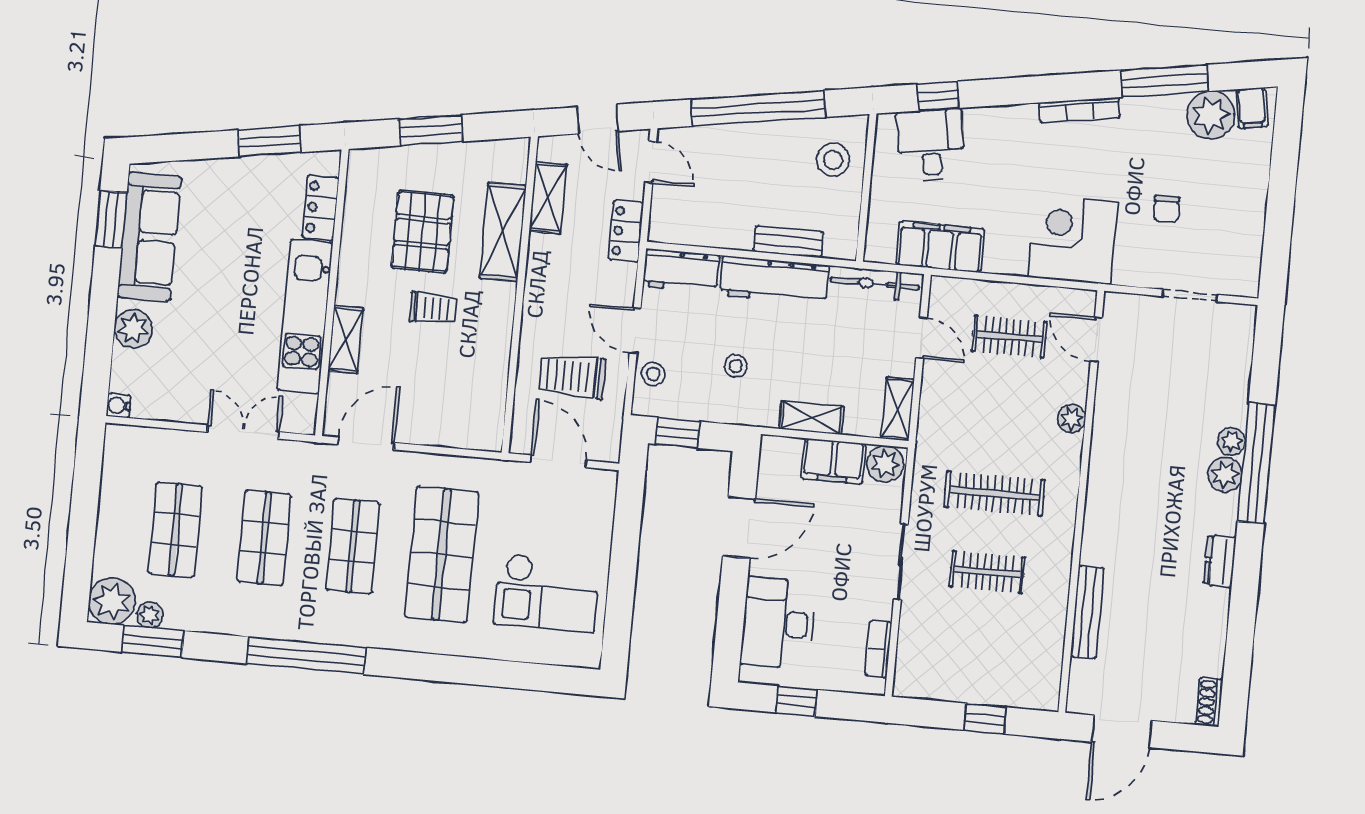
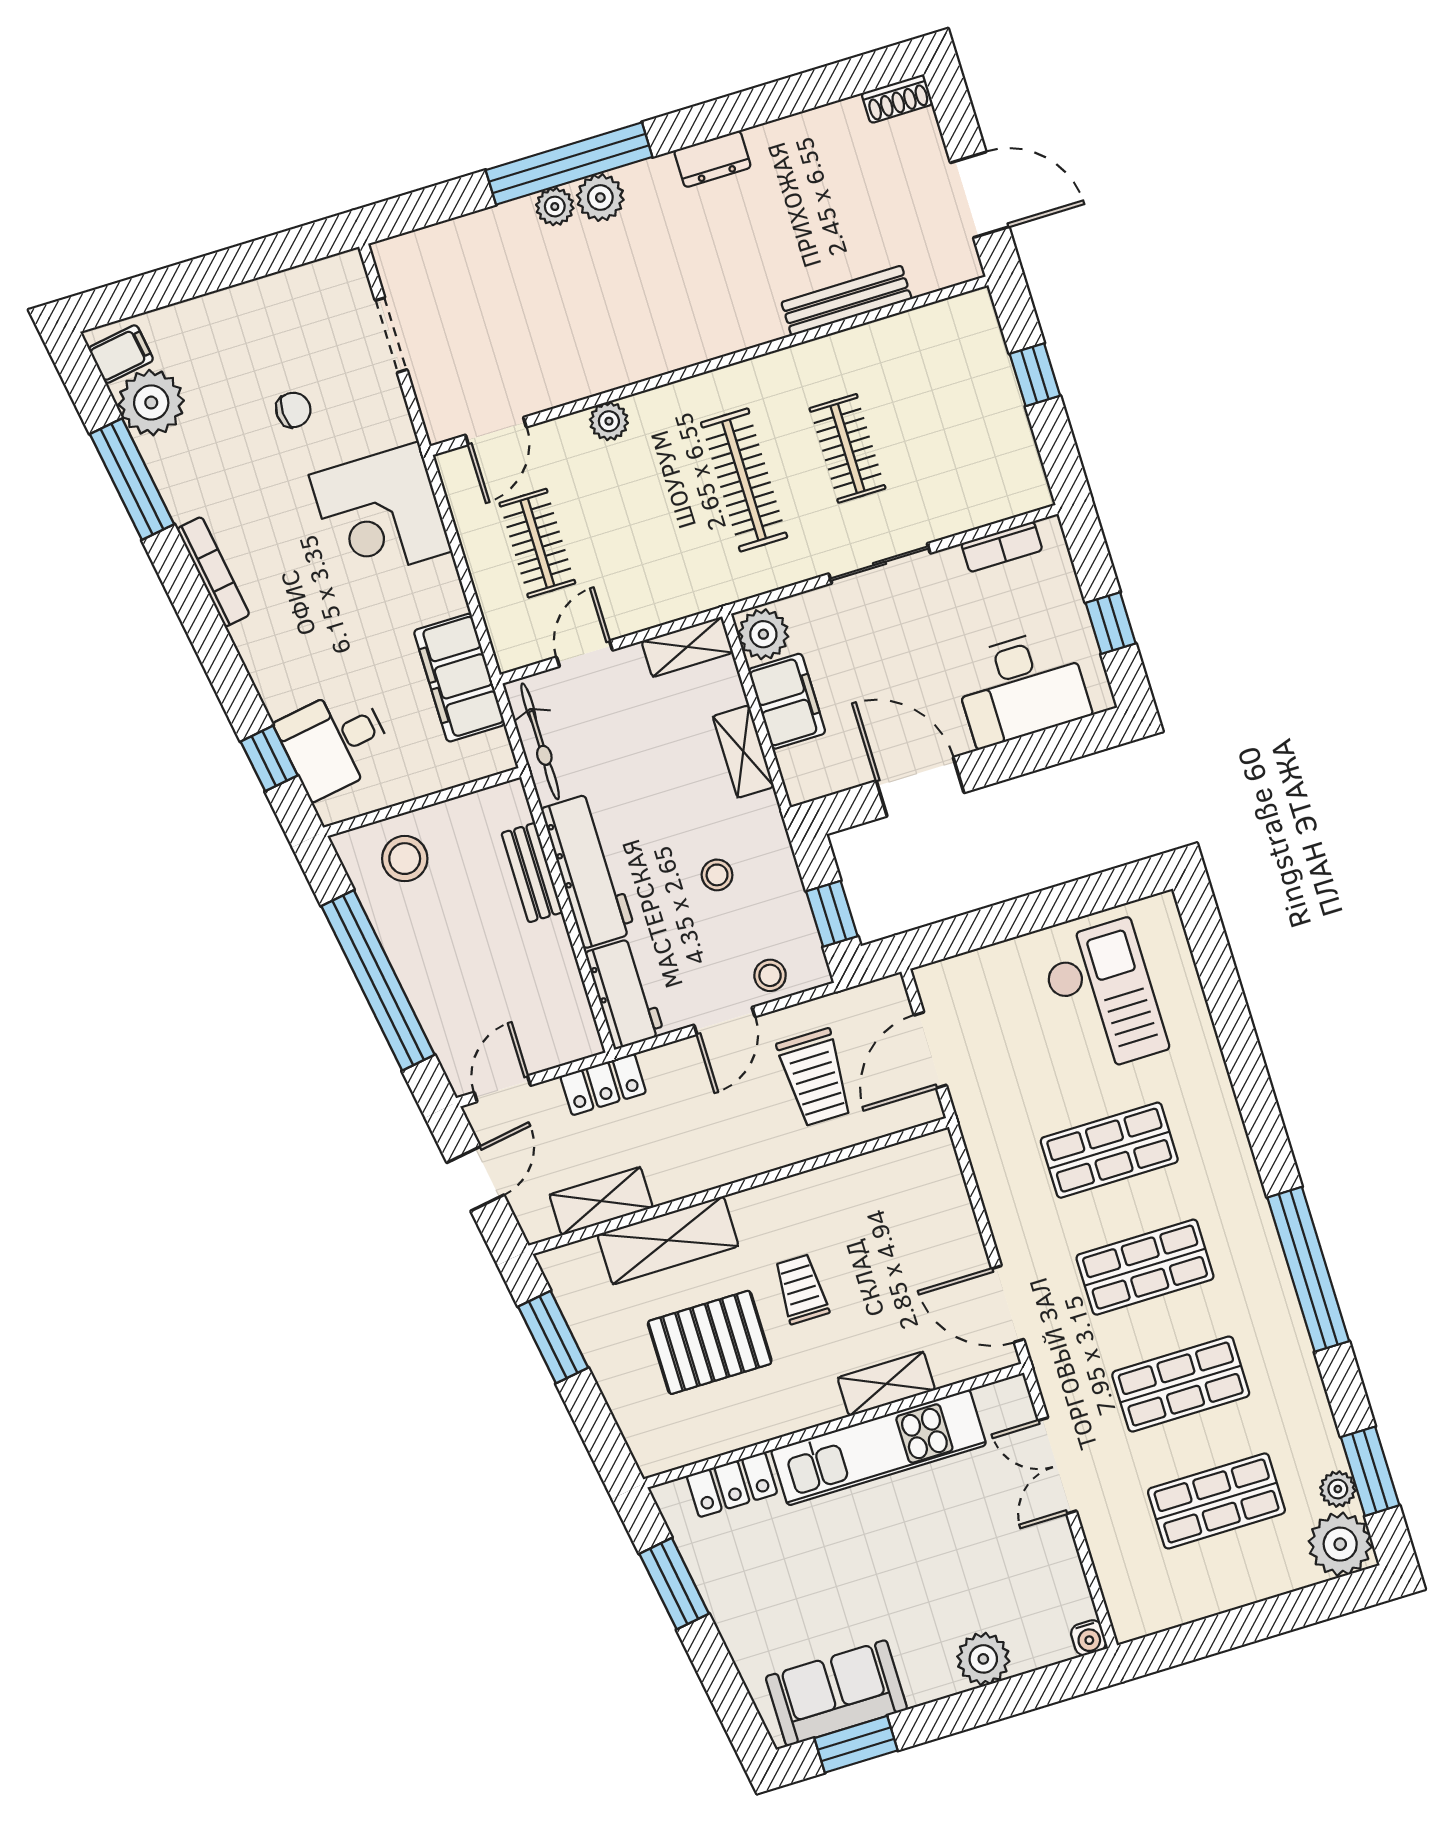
window: (431, 130) -> (553, 1337), moved
sofa: (149, 237) -> (836, 1693), width x0.73
shop shelf: (442, 554) -> (1109, 1150), width x0.70, depth x0.74

